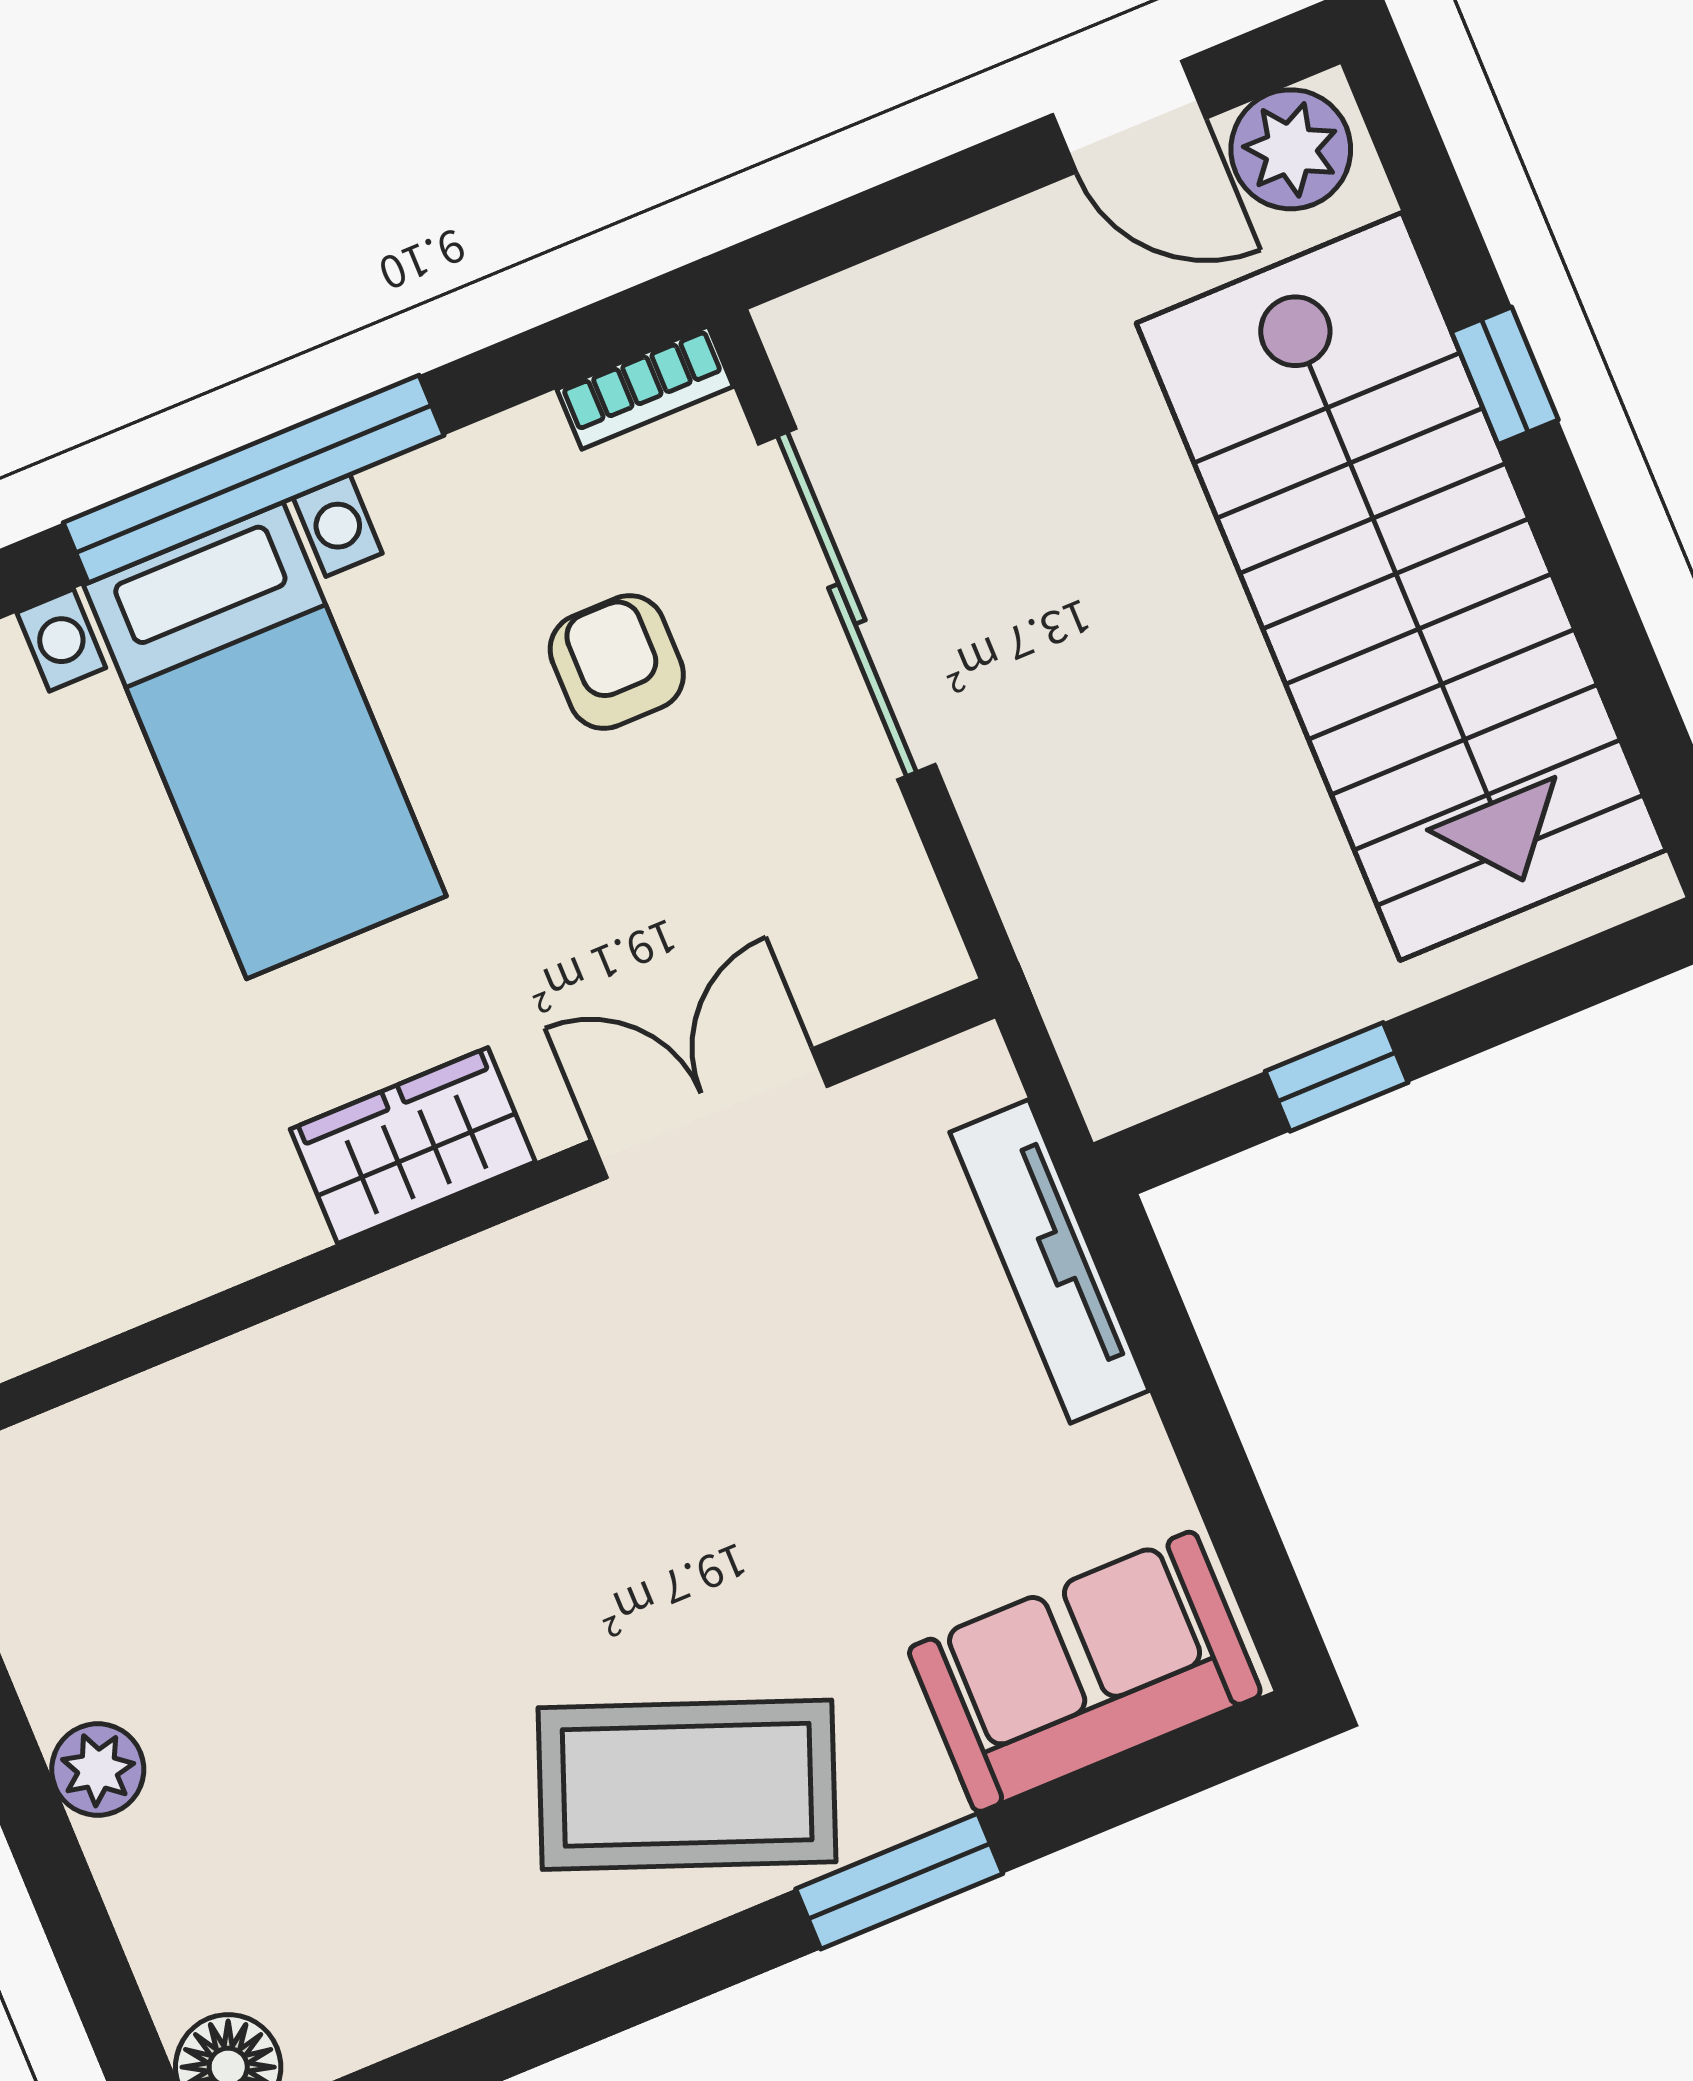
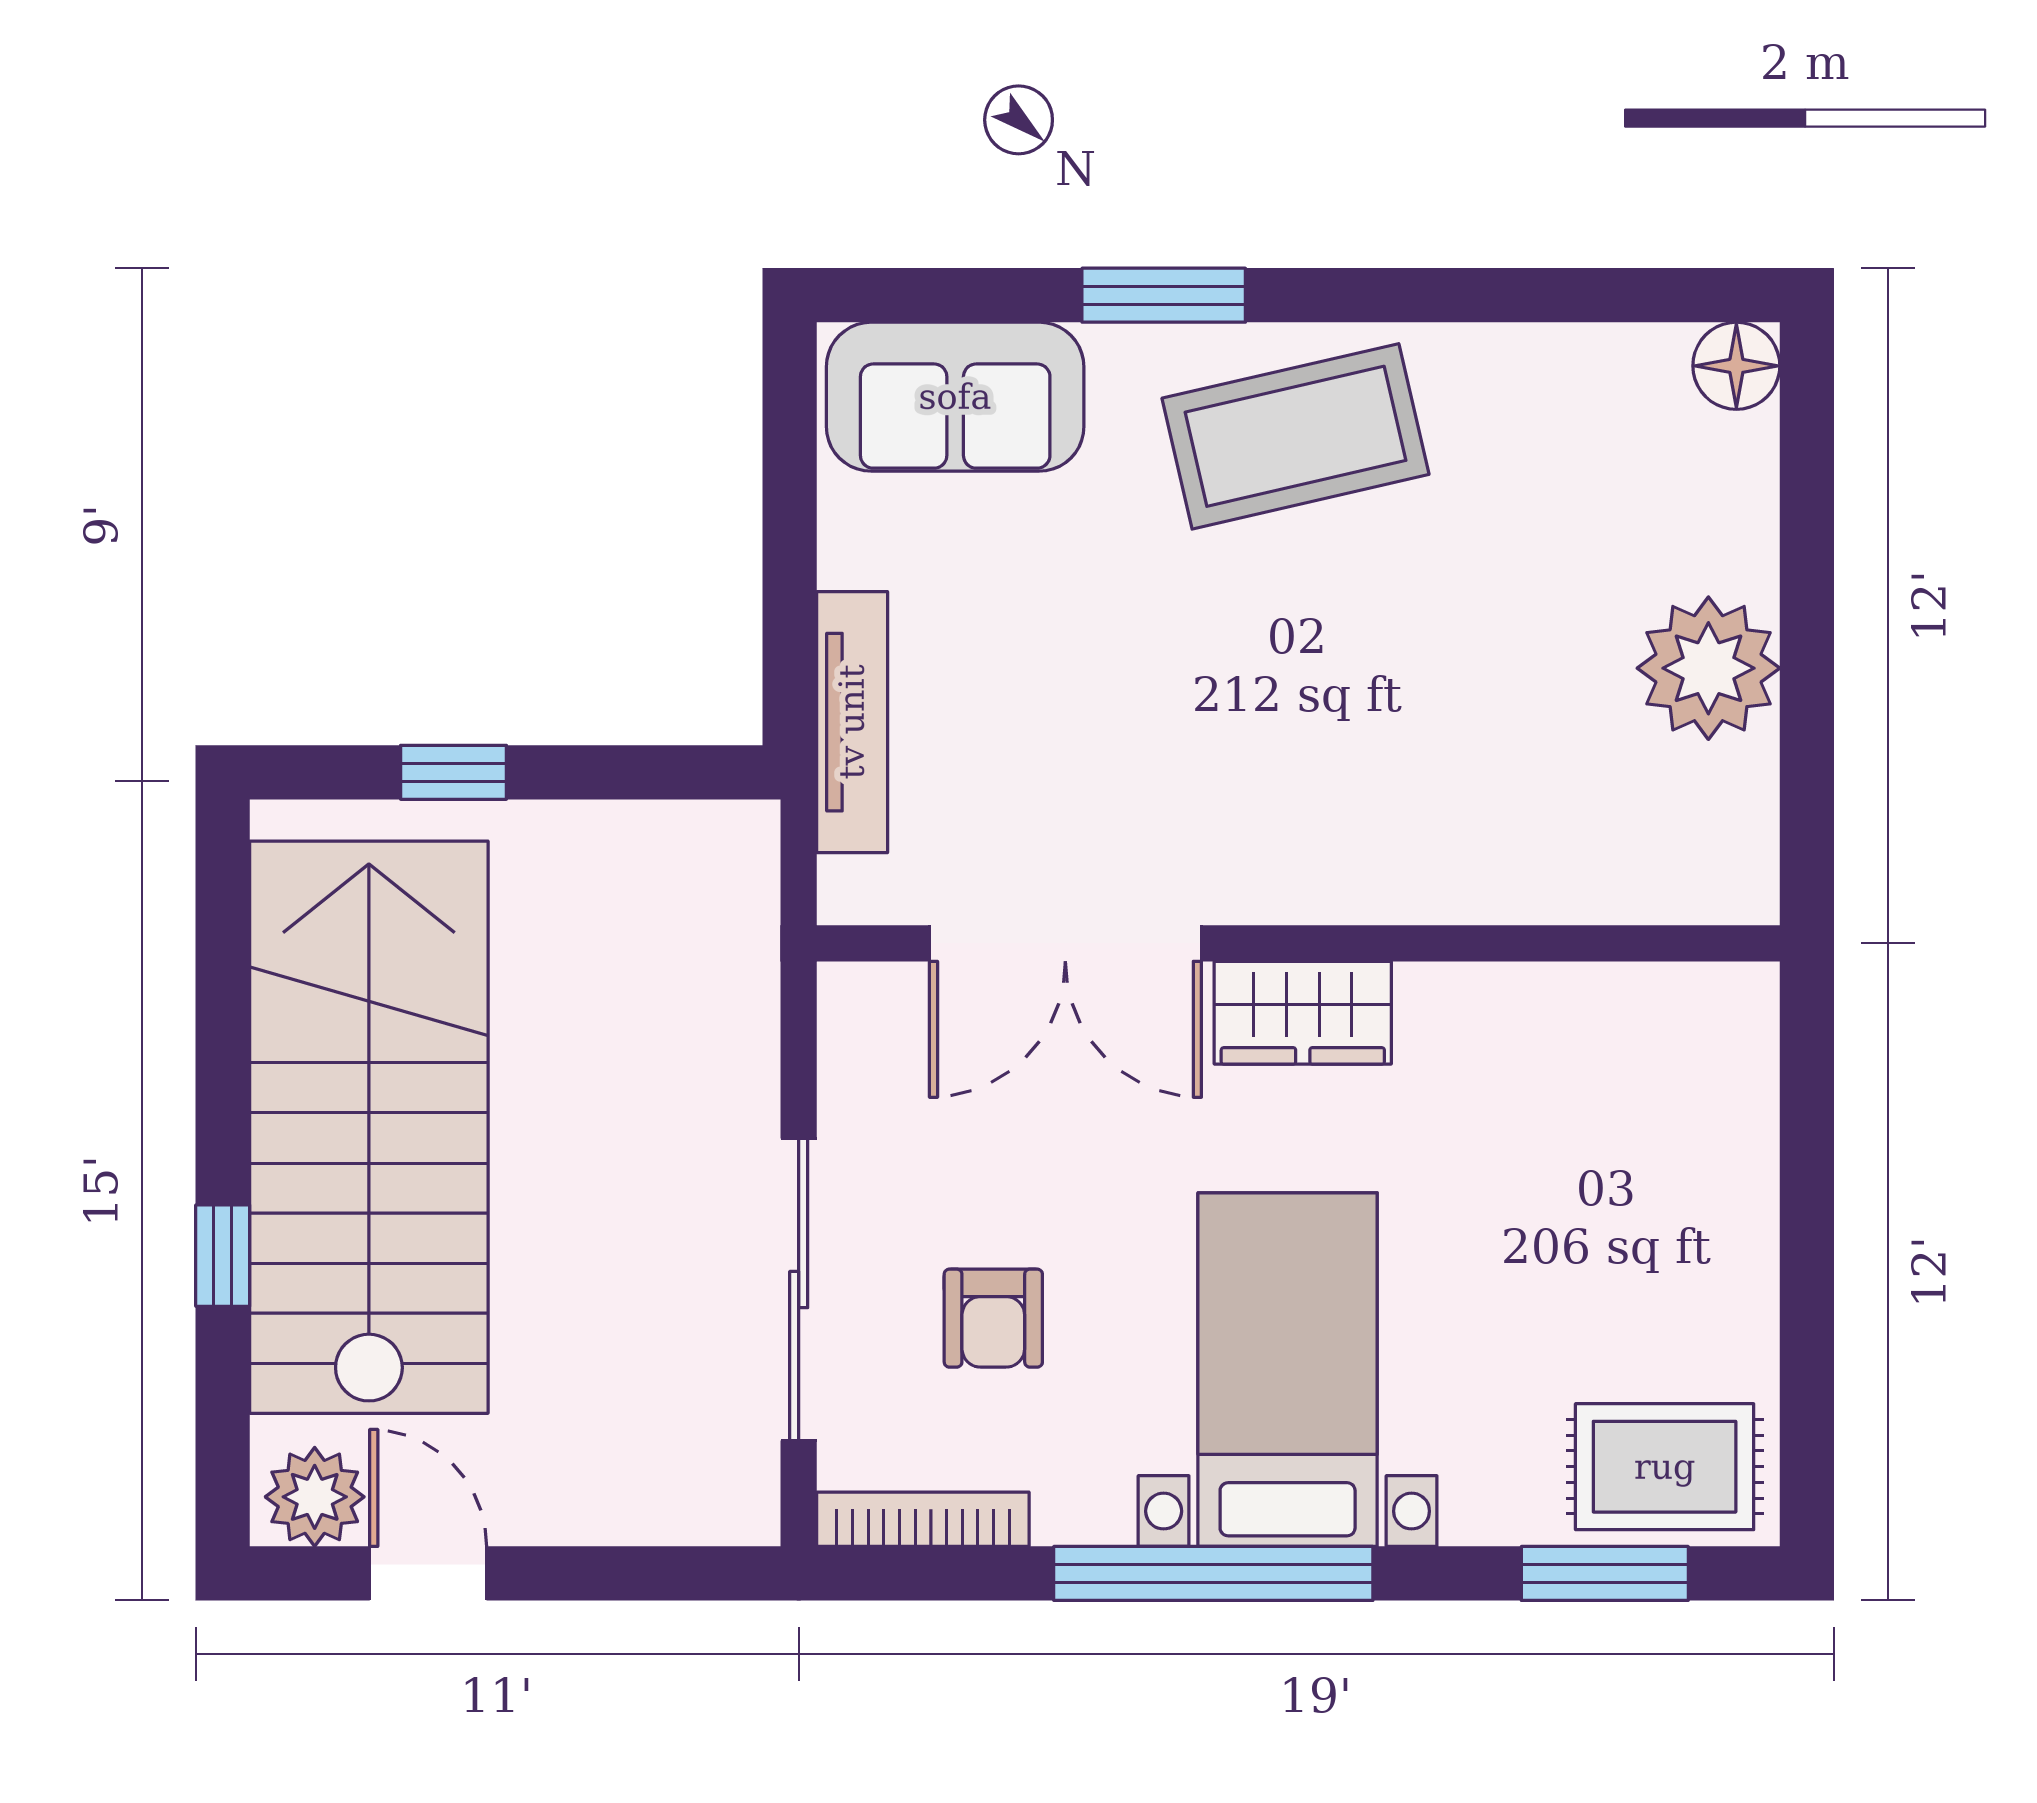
bookcase: (645, 388) -> (923, 1519), width x1.56
window: (1337, 1077) -> (454, 772), moved
double door: (709, 1113) -> (1065, 943), width x1.37
plant: (98, 1770) -> (1708, 668), width x1.88, depth x1.88
coffee table: (687, 1785) -> (1295, 436), turned -34

